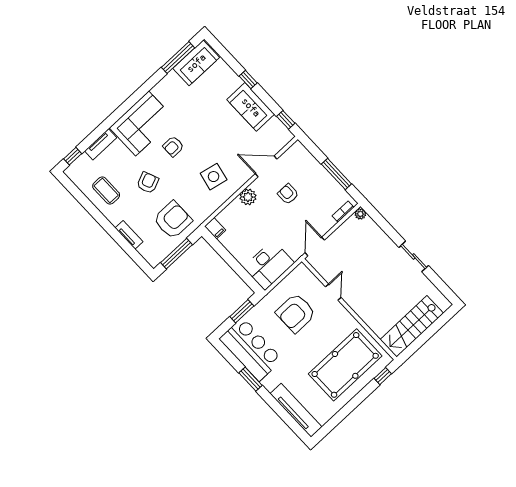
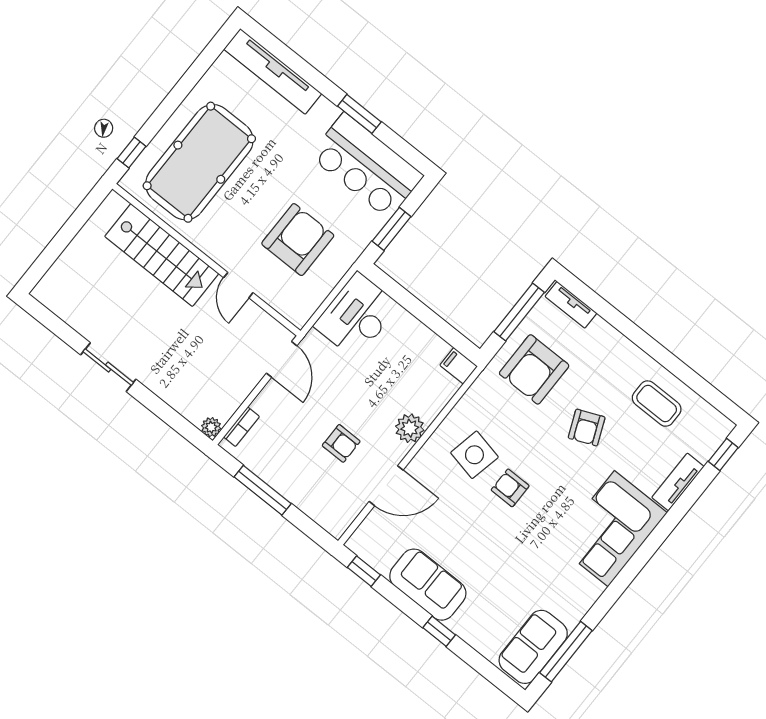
armchair: (173, 146) -> (510, 488), moved, turned -90
tv unit: (129, 235) -> (571, 305), moved
stairs: (412, 326) -> (162, 255), moved, turned 90

